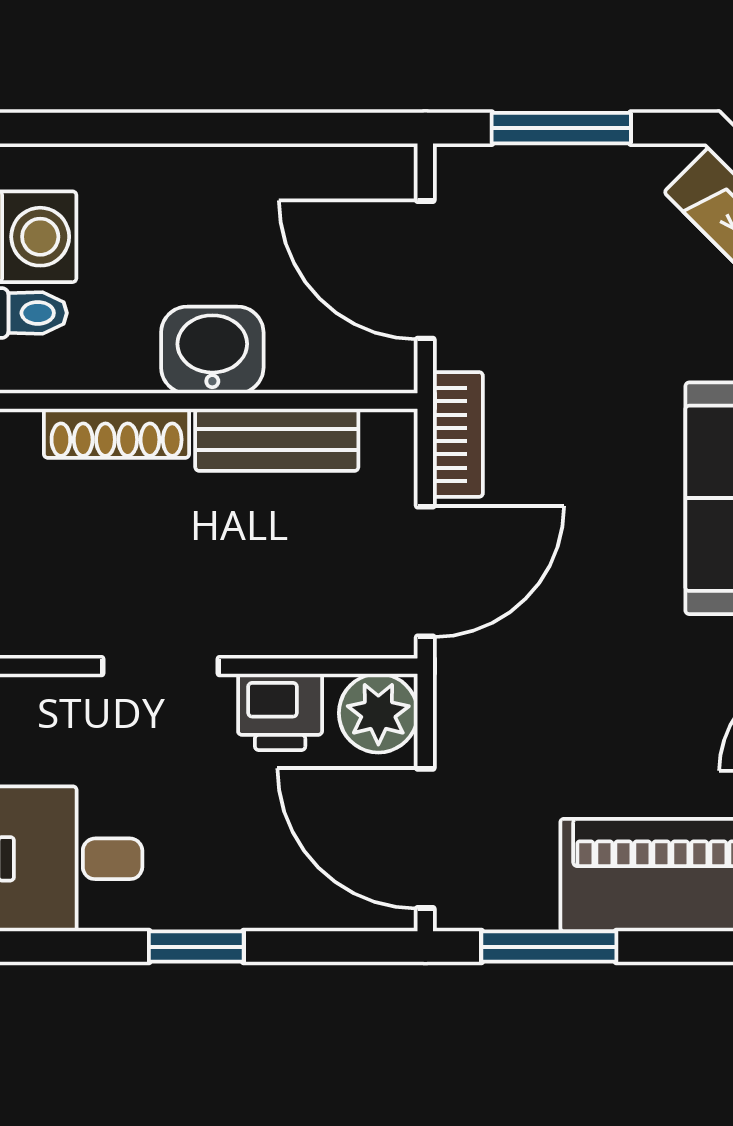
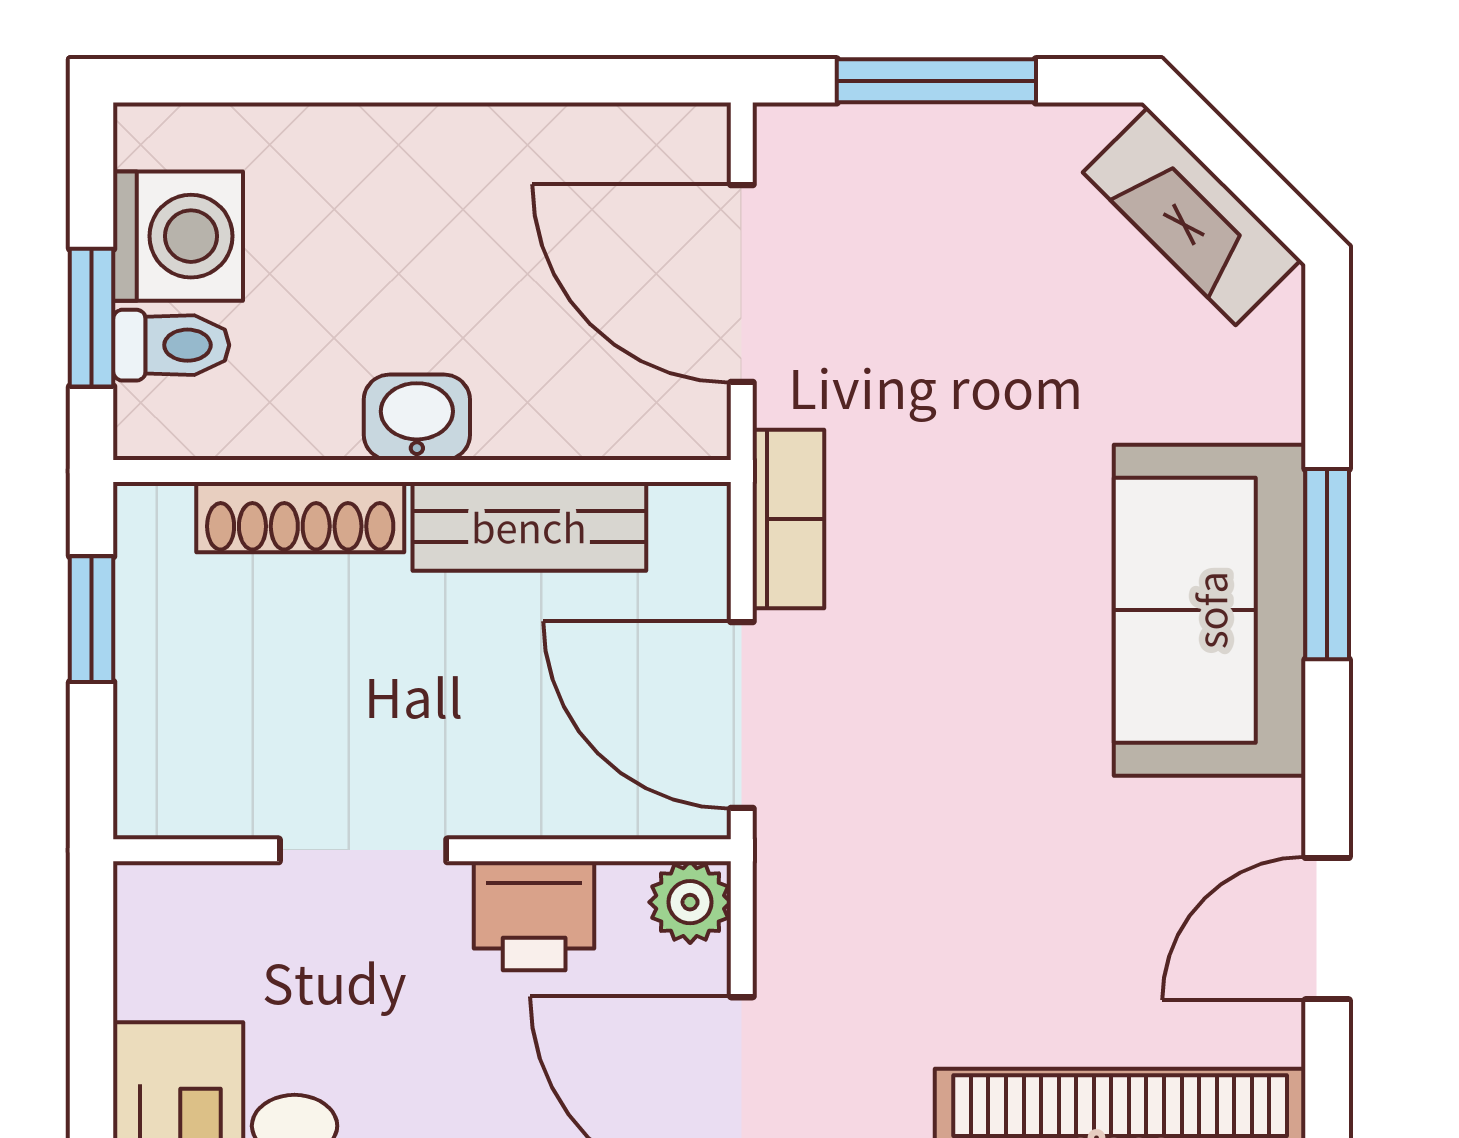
washbasin: (212, 350) -> (417, 417), width x0.72, depth x0.69
door: (425, 572) -> (742, 715), swing flipped
plant: (378, 713) -> (690, 902), width x0.73, depth x0.73

